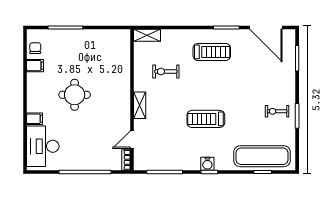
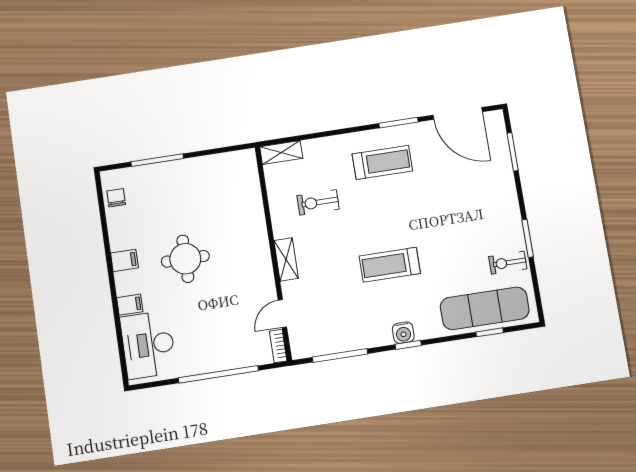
filing cabinet: (35, 66) -> (124, 260), moved
exercise bike: (277, 111) -> (508, 263), moved

